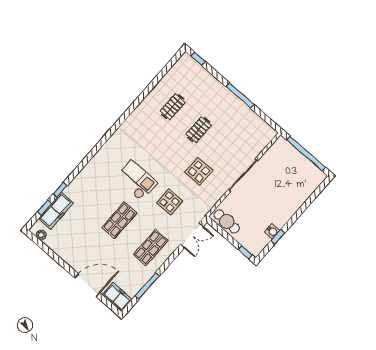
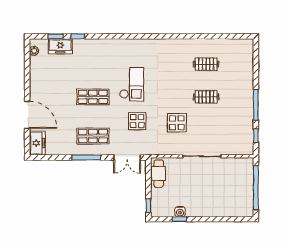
window: (198, 59) -> (256, 136), moved
freezer: (56, 211) -> (60, 46), width x0.71
window: (147, 286) -> (86, 157), moved

